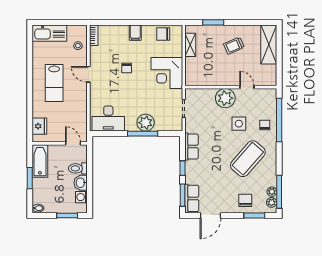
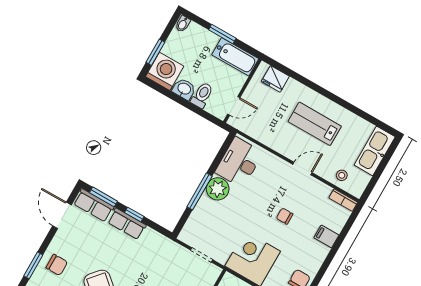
filing cabinet: (135, 33) -> (326, 236), moved
plant: (146, 123) -> (218, 189), moved
row of seats: (191, 146) -> (127, 224), moved
washing machine: (81, 197) -> (165, 71), width x1.89, depth x1.89

